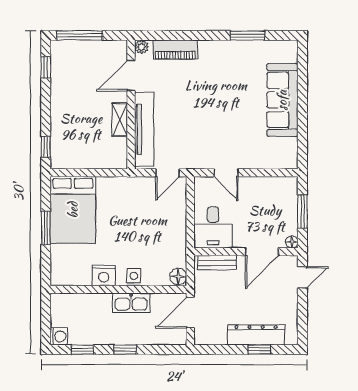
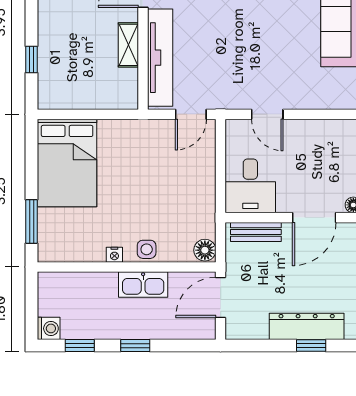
window: (46, 147) -> (32, 60), moved
window: (46, 228) -> (32, 222), moved
nightstand: (104, 275) -> (114, 255), width x0.53, depth x0.56

